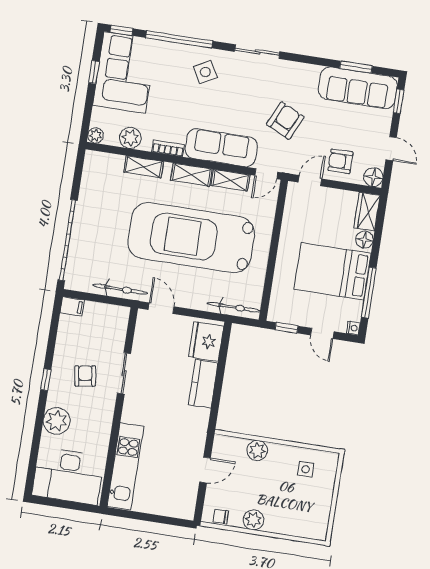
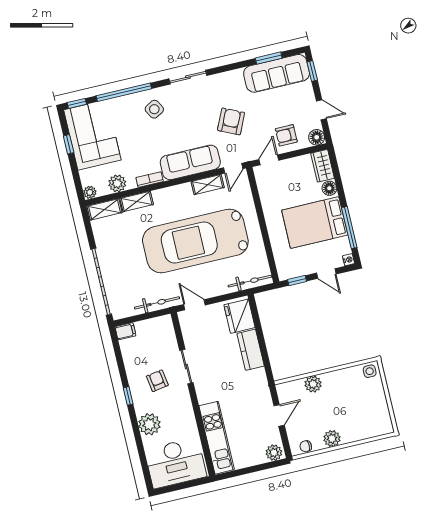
shelving: (191, 175) -> (105, 209), moved
side table: (306, 469) -> (370, 371), moved
plant: (182, 509) -> (274, 453), added

